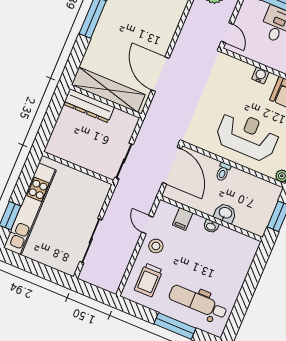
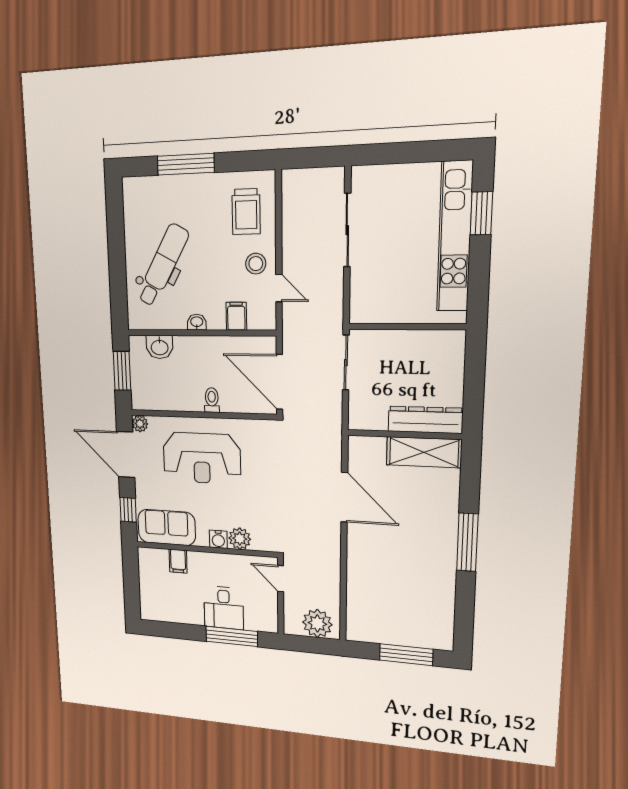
plant: (245, 71) -> (240, 539), added
shelving: (108, 90) -> (424, 452), width x0.68
washbasin: (225, 213) -> (160, 347), moved
trolley: (149, 280) -> (246, 212), turned 180
dental chair: (198, 302) -> (163, 265), moved, turned -61

